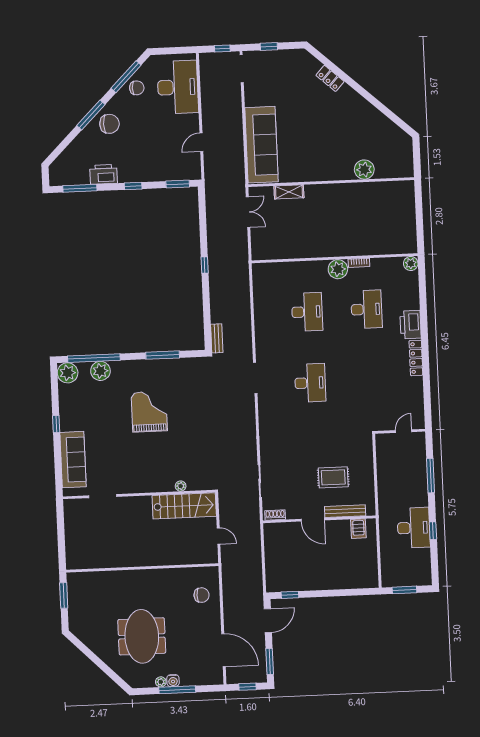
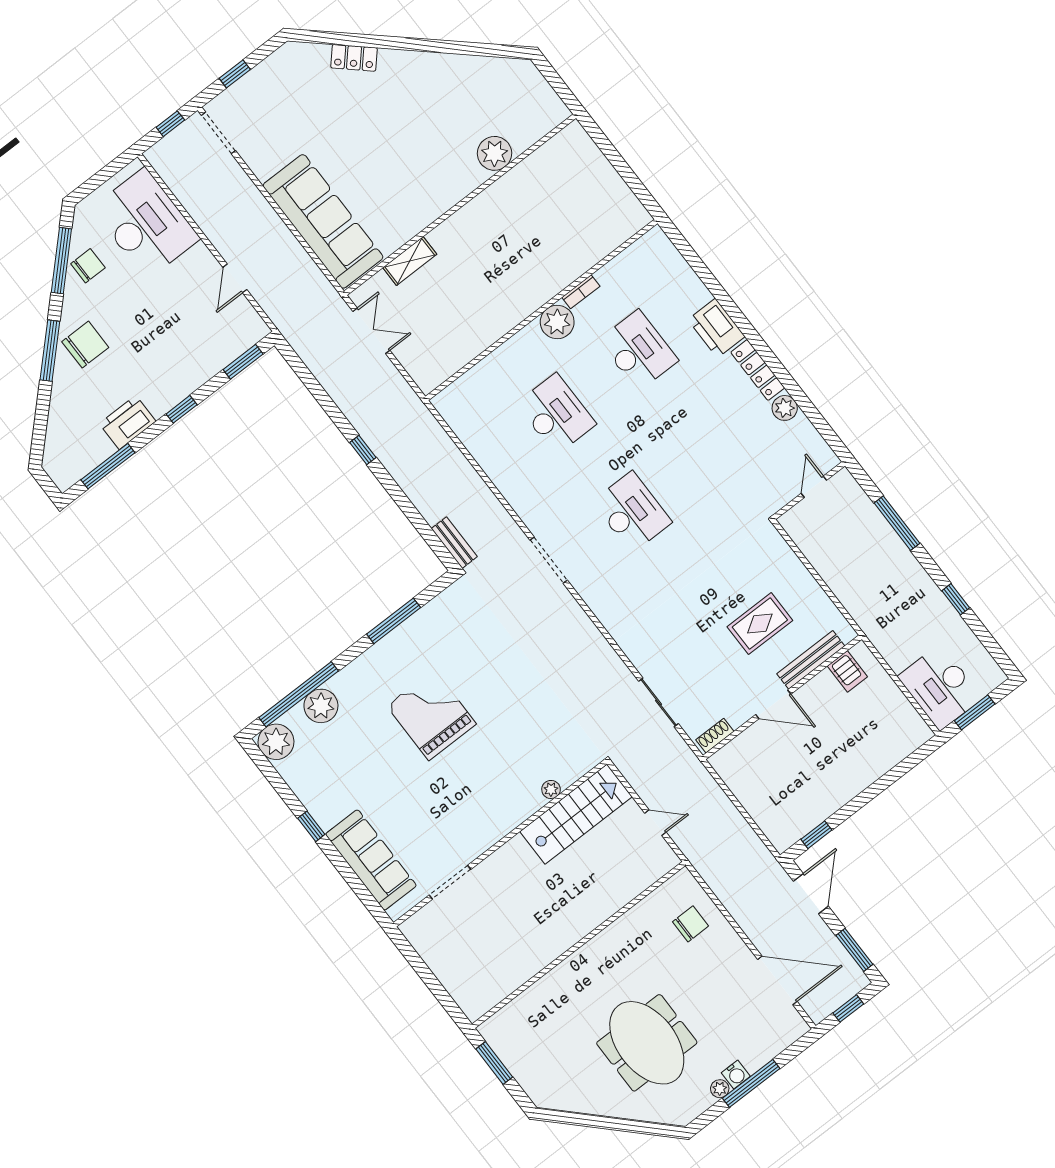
plant: (411, 264) -> (785, 408), moved
desk: (414, 528) -> (940, 687), moved, turned 180

